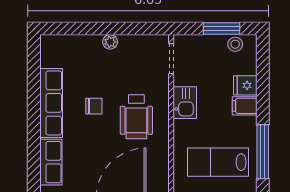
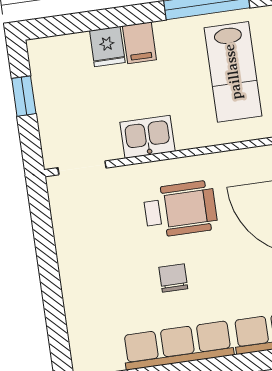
window: (222, 29) -> (24, 96), width x0.67
plant: (110, 42) -> (69, 267), removed
stool: (235, 44) -> (45, 71), removed

